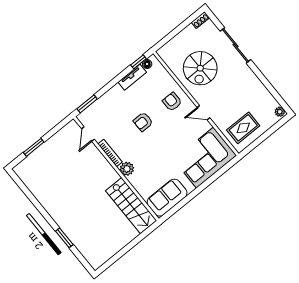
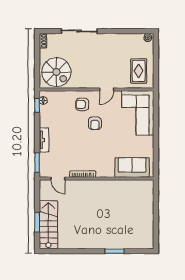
spiral stairs: (200, 68) -> (56, 72), moved
tv unit: (132, 77) -> (44, 140), moved
armchair: (143, 122) -> (95, 123), moved
plant: (127, 169) -> (102, 171), removed
sofa: (167, 198) -> (132, 168), moved, turned 90
stairs: (131, 206) -> (48, 225), moved, turned -90

